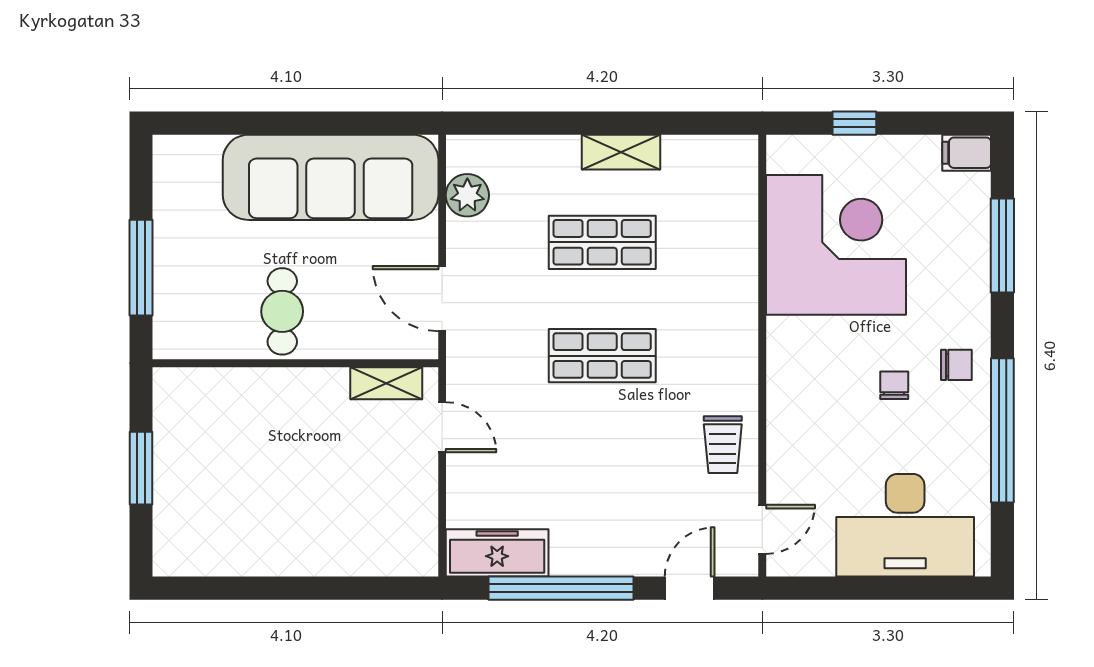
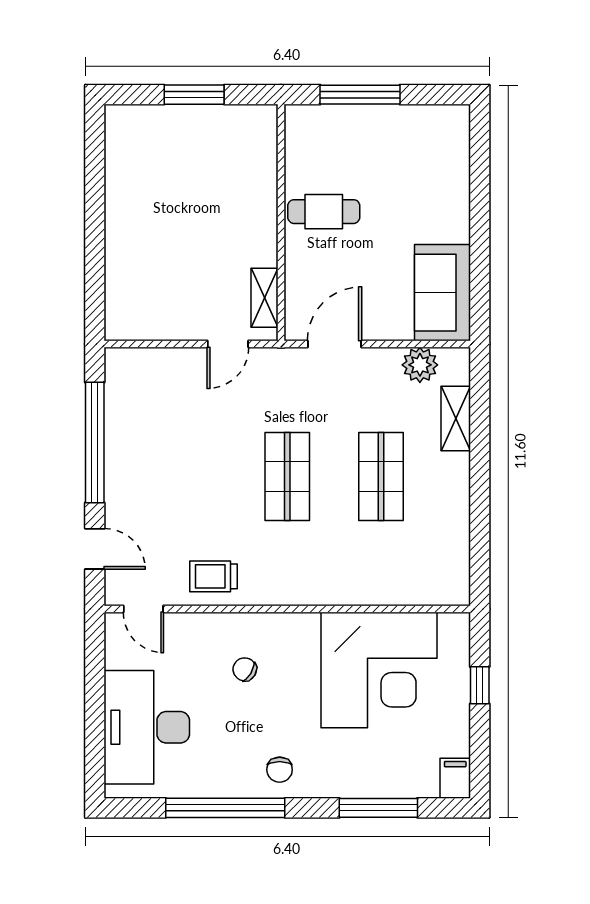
shelving: (621, 152) -> (456, 418), moved
sofa: (331, 177) -> (442, 293), width x0.54, depth x0.79
chair: (894, 385) -> (245, 669), moved, turned -149
freezer: (497, 553) -> (124, 389), removed

